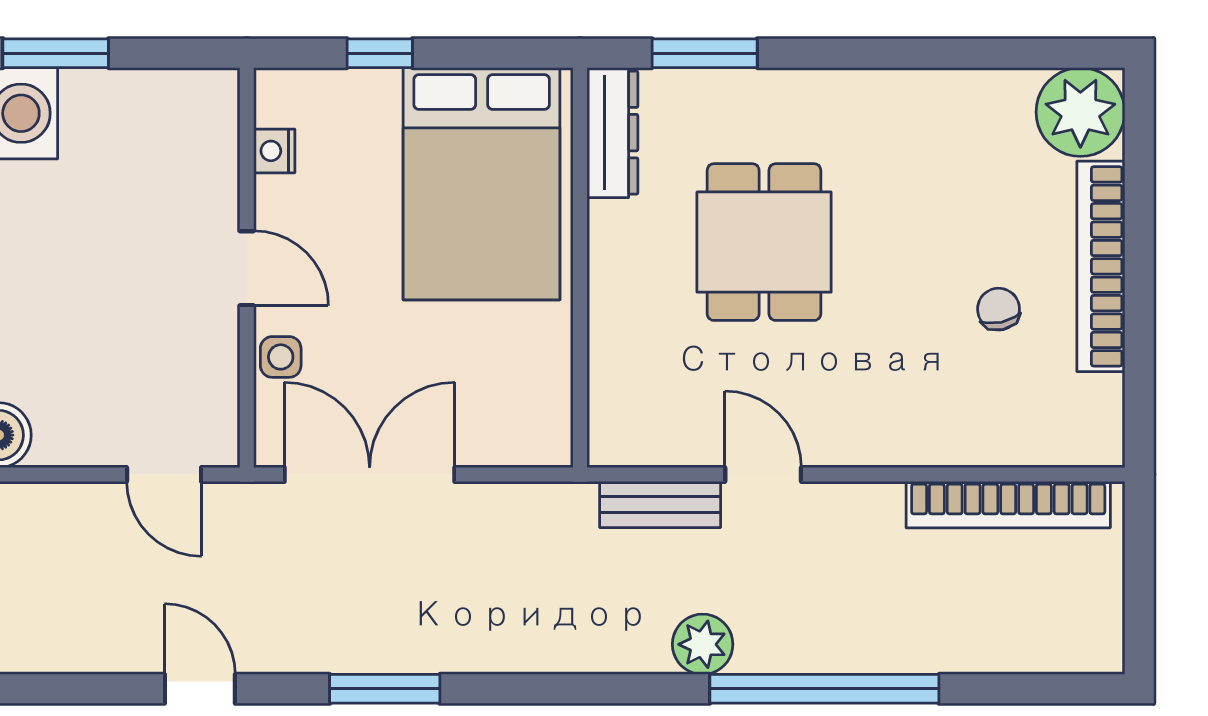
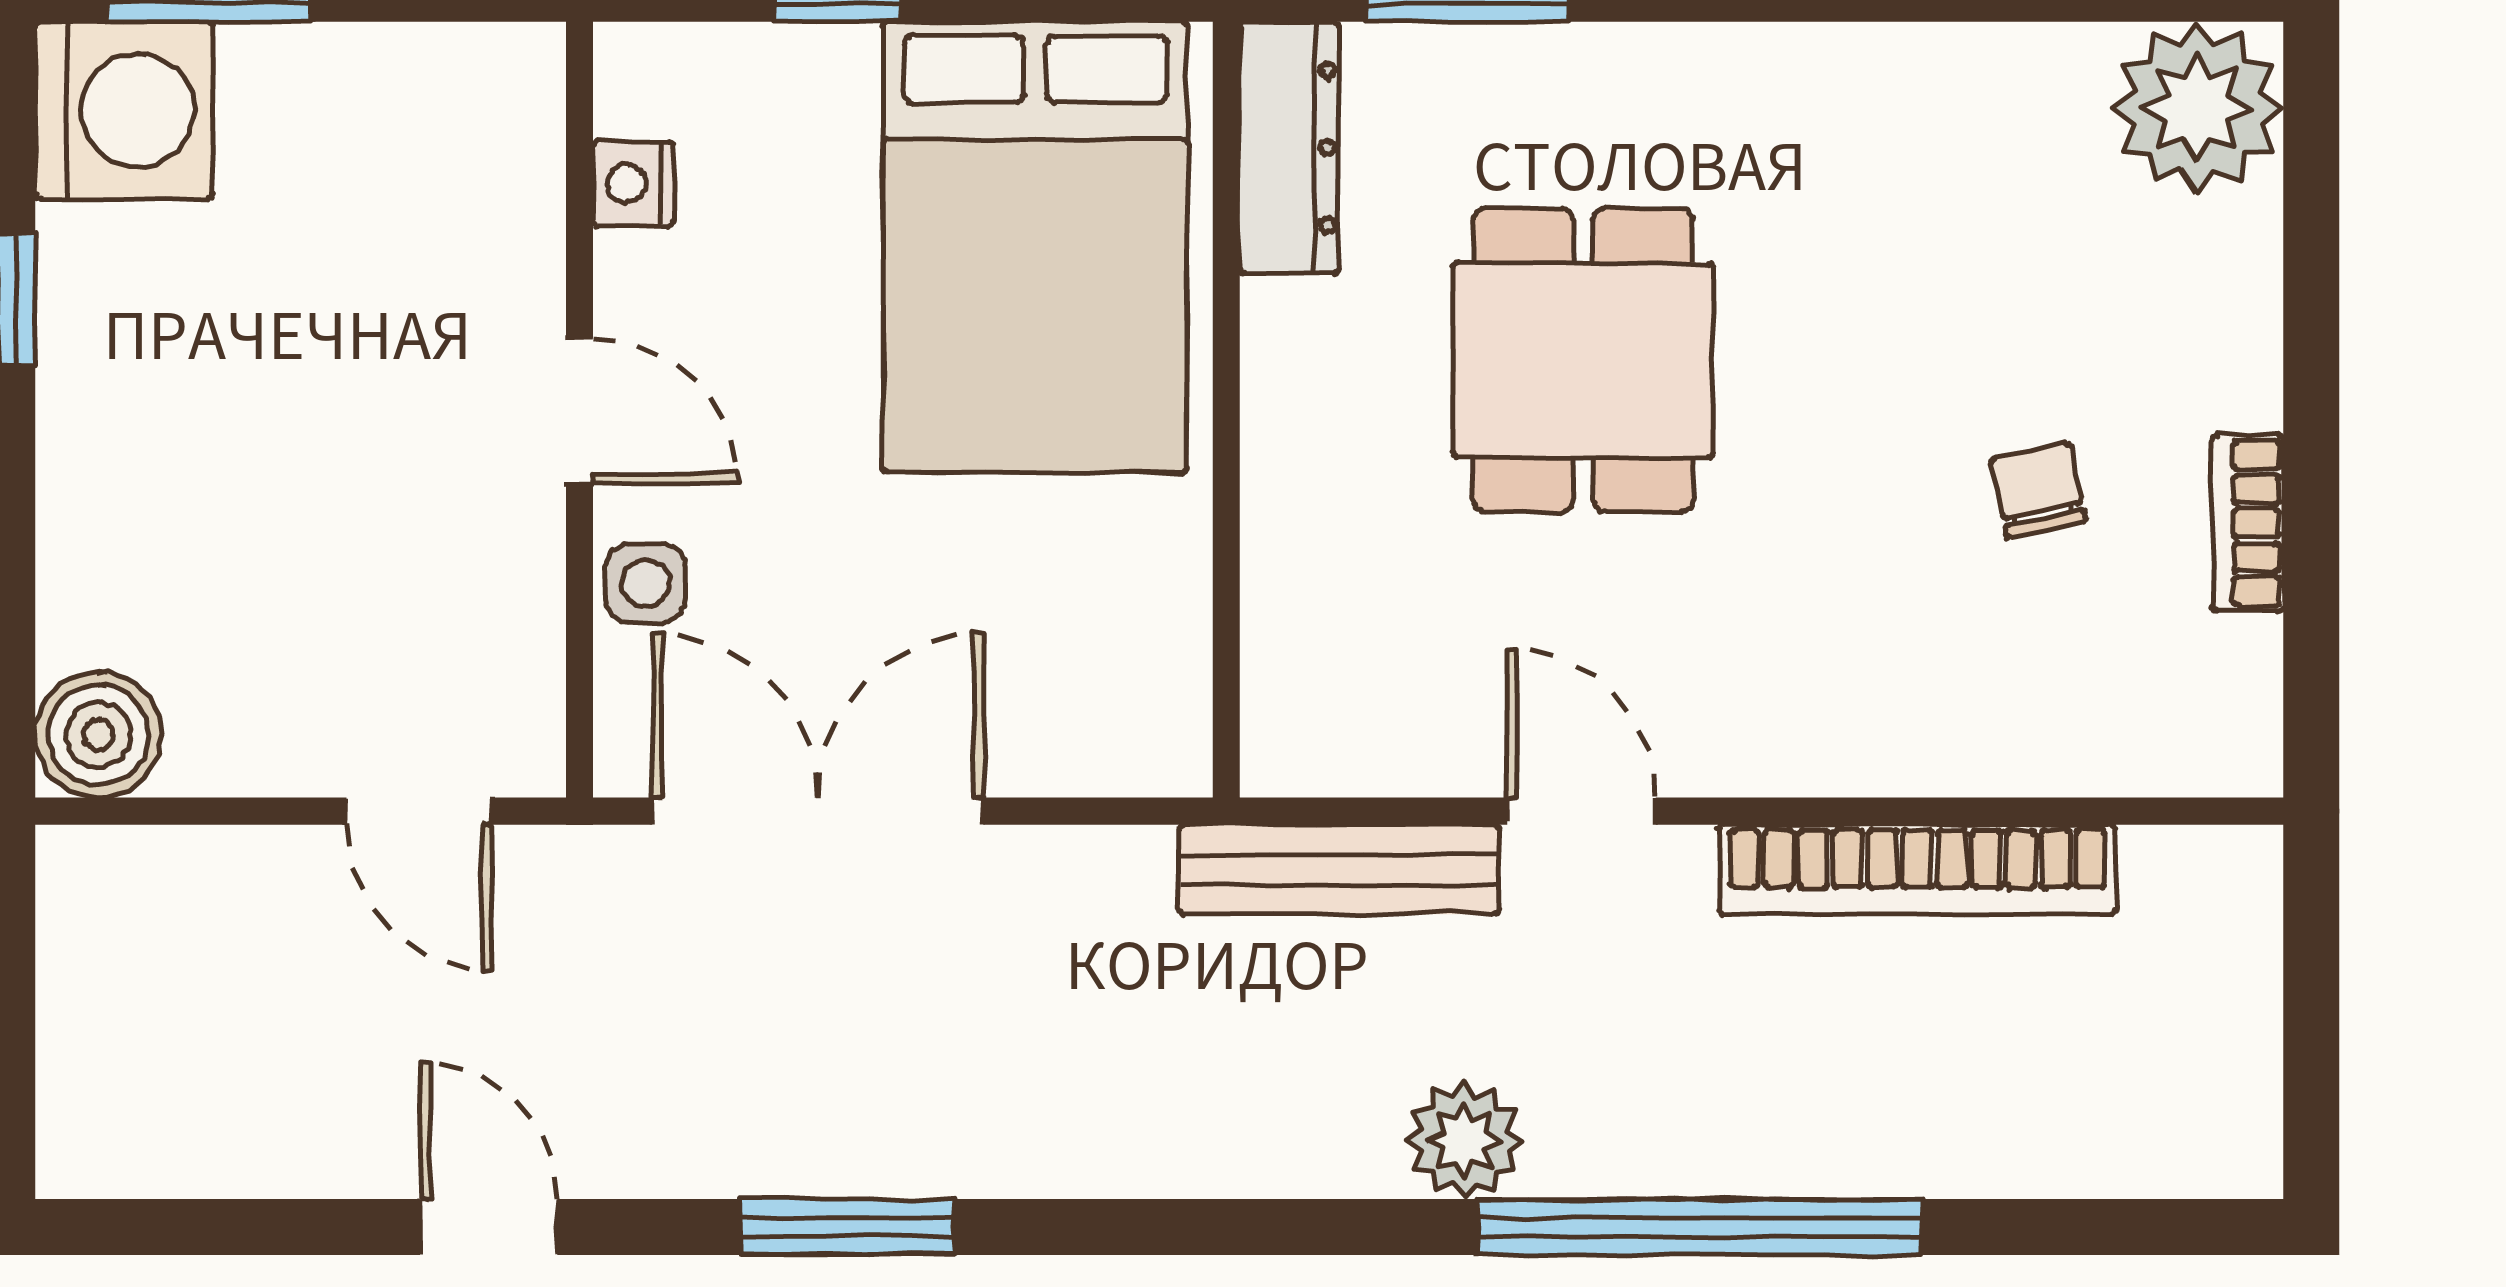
bookcase: (1101, 266) -> (2248, 523), width x0.43, depth x0.76
bench: (660, 504) -> (1339, 869), width x1.36
bookcase: (1008, 505) -> (1917, 870), moved

